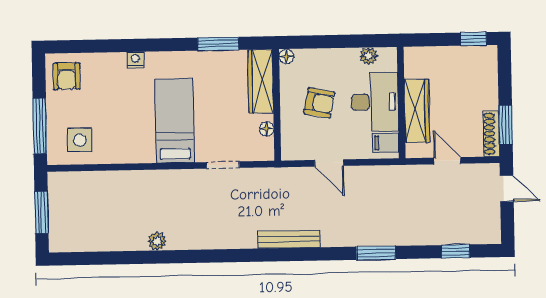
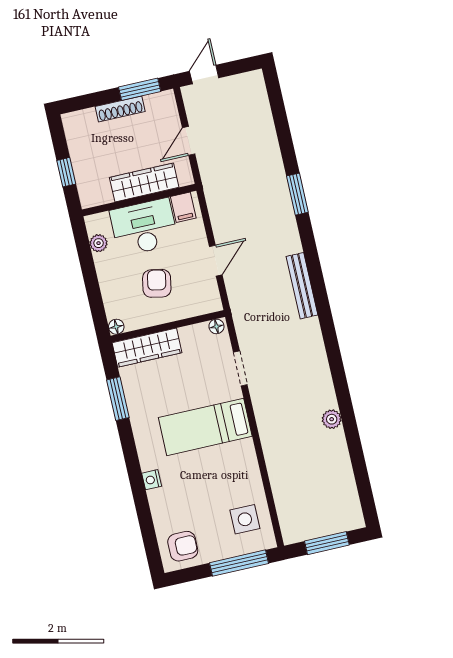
window: (473, 39) -> (66, 172), moved
floor lamp: (267, 129) -> (216, 326), moved
shoe rack: (491, 134) -> (120, 109), moved
window: (456, 251) -> (279, 113), removed

